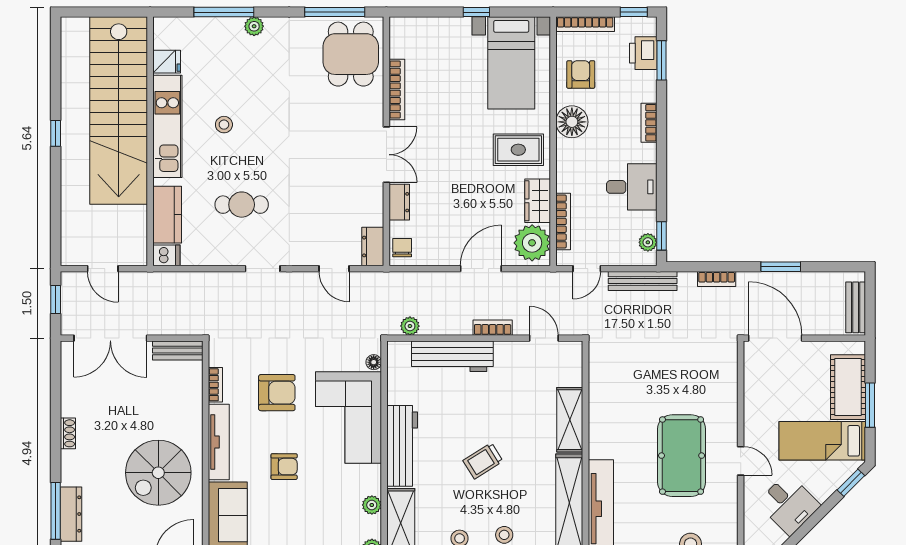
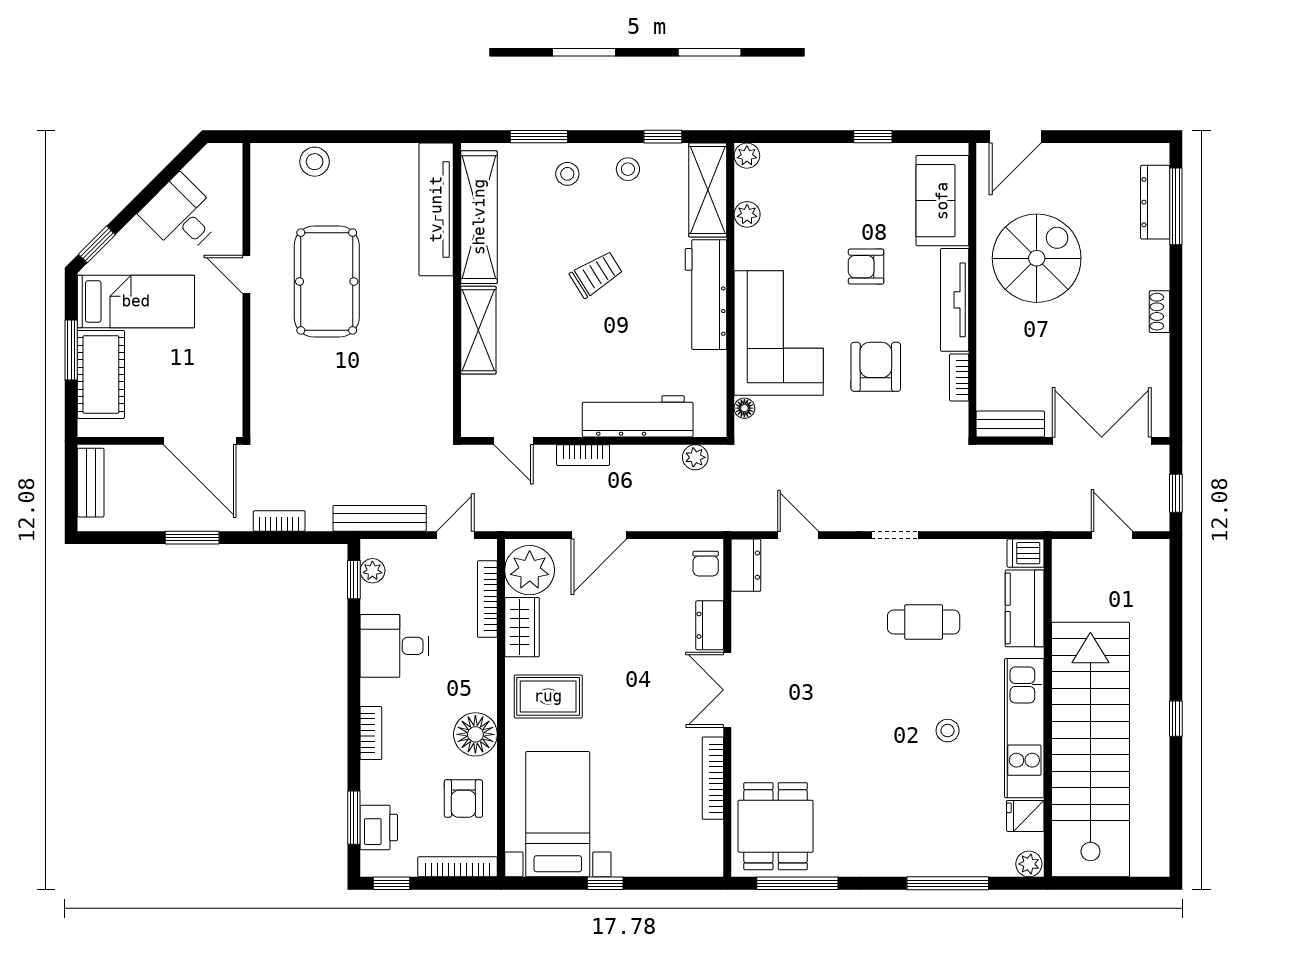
plant: (254, 26) -> (1029, 864), moved
armchair: (277, 393) -> (876, 367), turned 90

